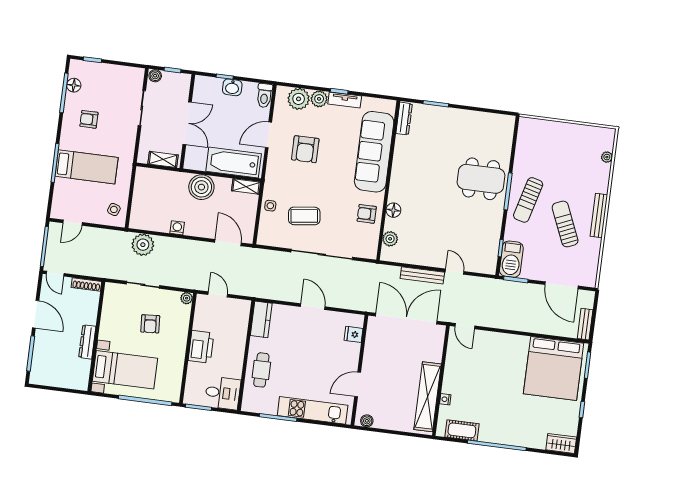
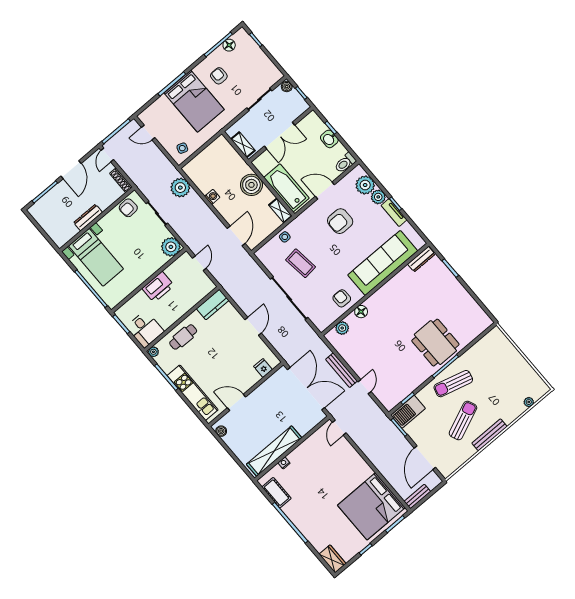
bed: (87, 167) -> (194, 101), width x1.50
plant: (187, 298) -> (171, 247), width x1.88, depth x1.88
armchair: (150, 324) -> (128, 208), moved
plant: (247, 406) -> (153, 352), added

